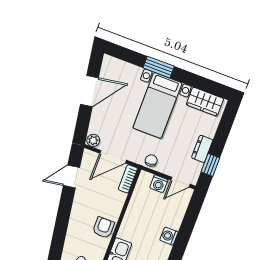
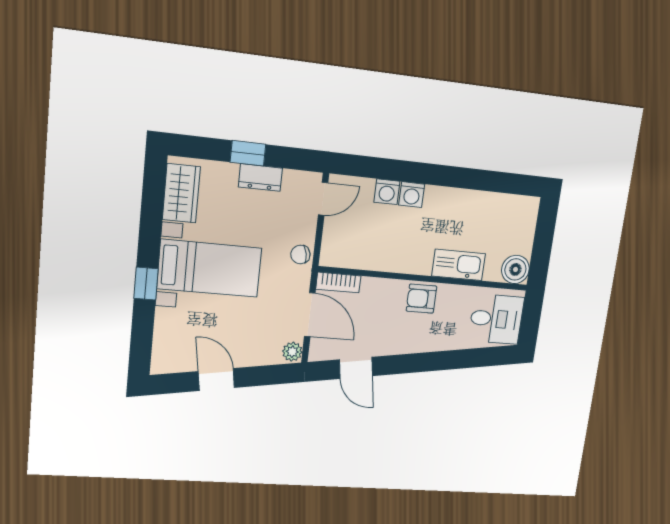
window: (159, 67) -> (146, 284), width x0.67
door: (89, 91) -> (216, 379), width x0.73
window: (210, 165) -> (248, 153), moved
door: (180, 182) -> (323, 199), hinge flipped
washing machine: (159, 184) -> (387, 192), moved, turned 90

